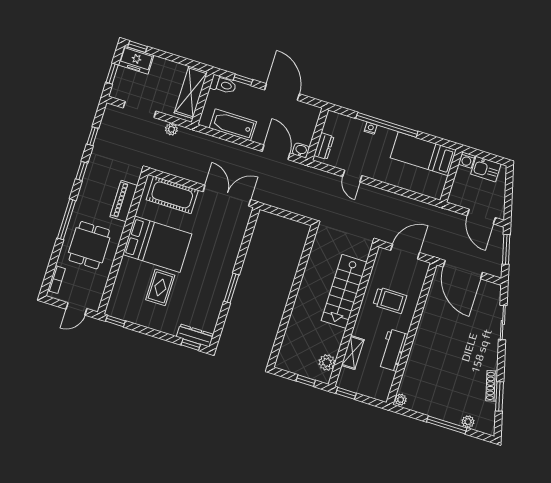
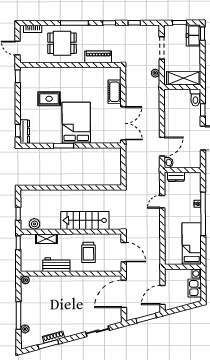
bathtub: (233, 125) -> (171, 113), removed
cot: (172, 195) -> (115, 92), width x0.73, depth x0.75
bed: (157, 244) -> (76, 123), moved, turned 180

